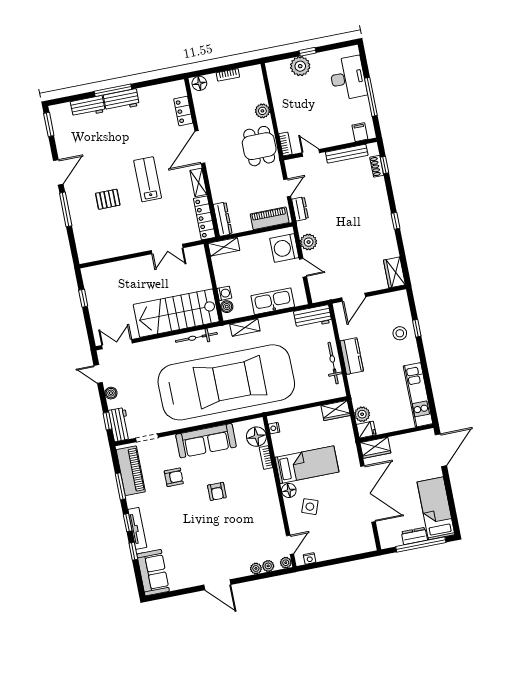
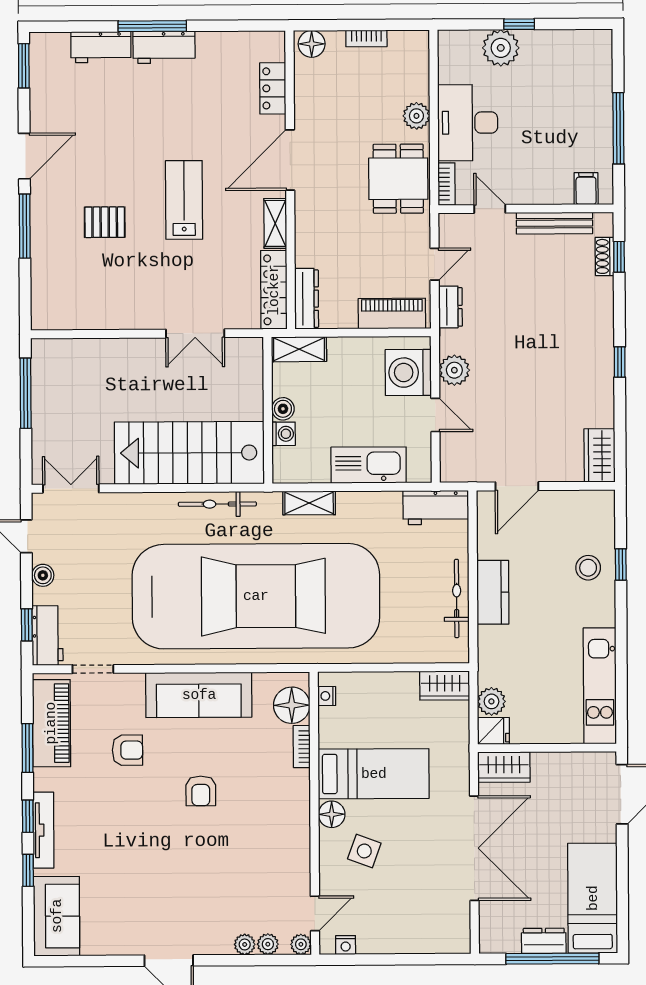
desk: (348, 78) -> (468, 123), moved, turned 180
window: (83, 298) -> (26, 393), width x2.17
boiler: (227, 307) -> (283, 409), moved

